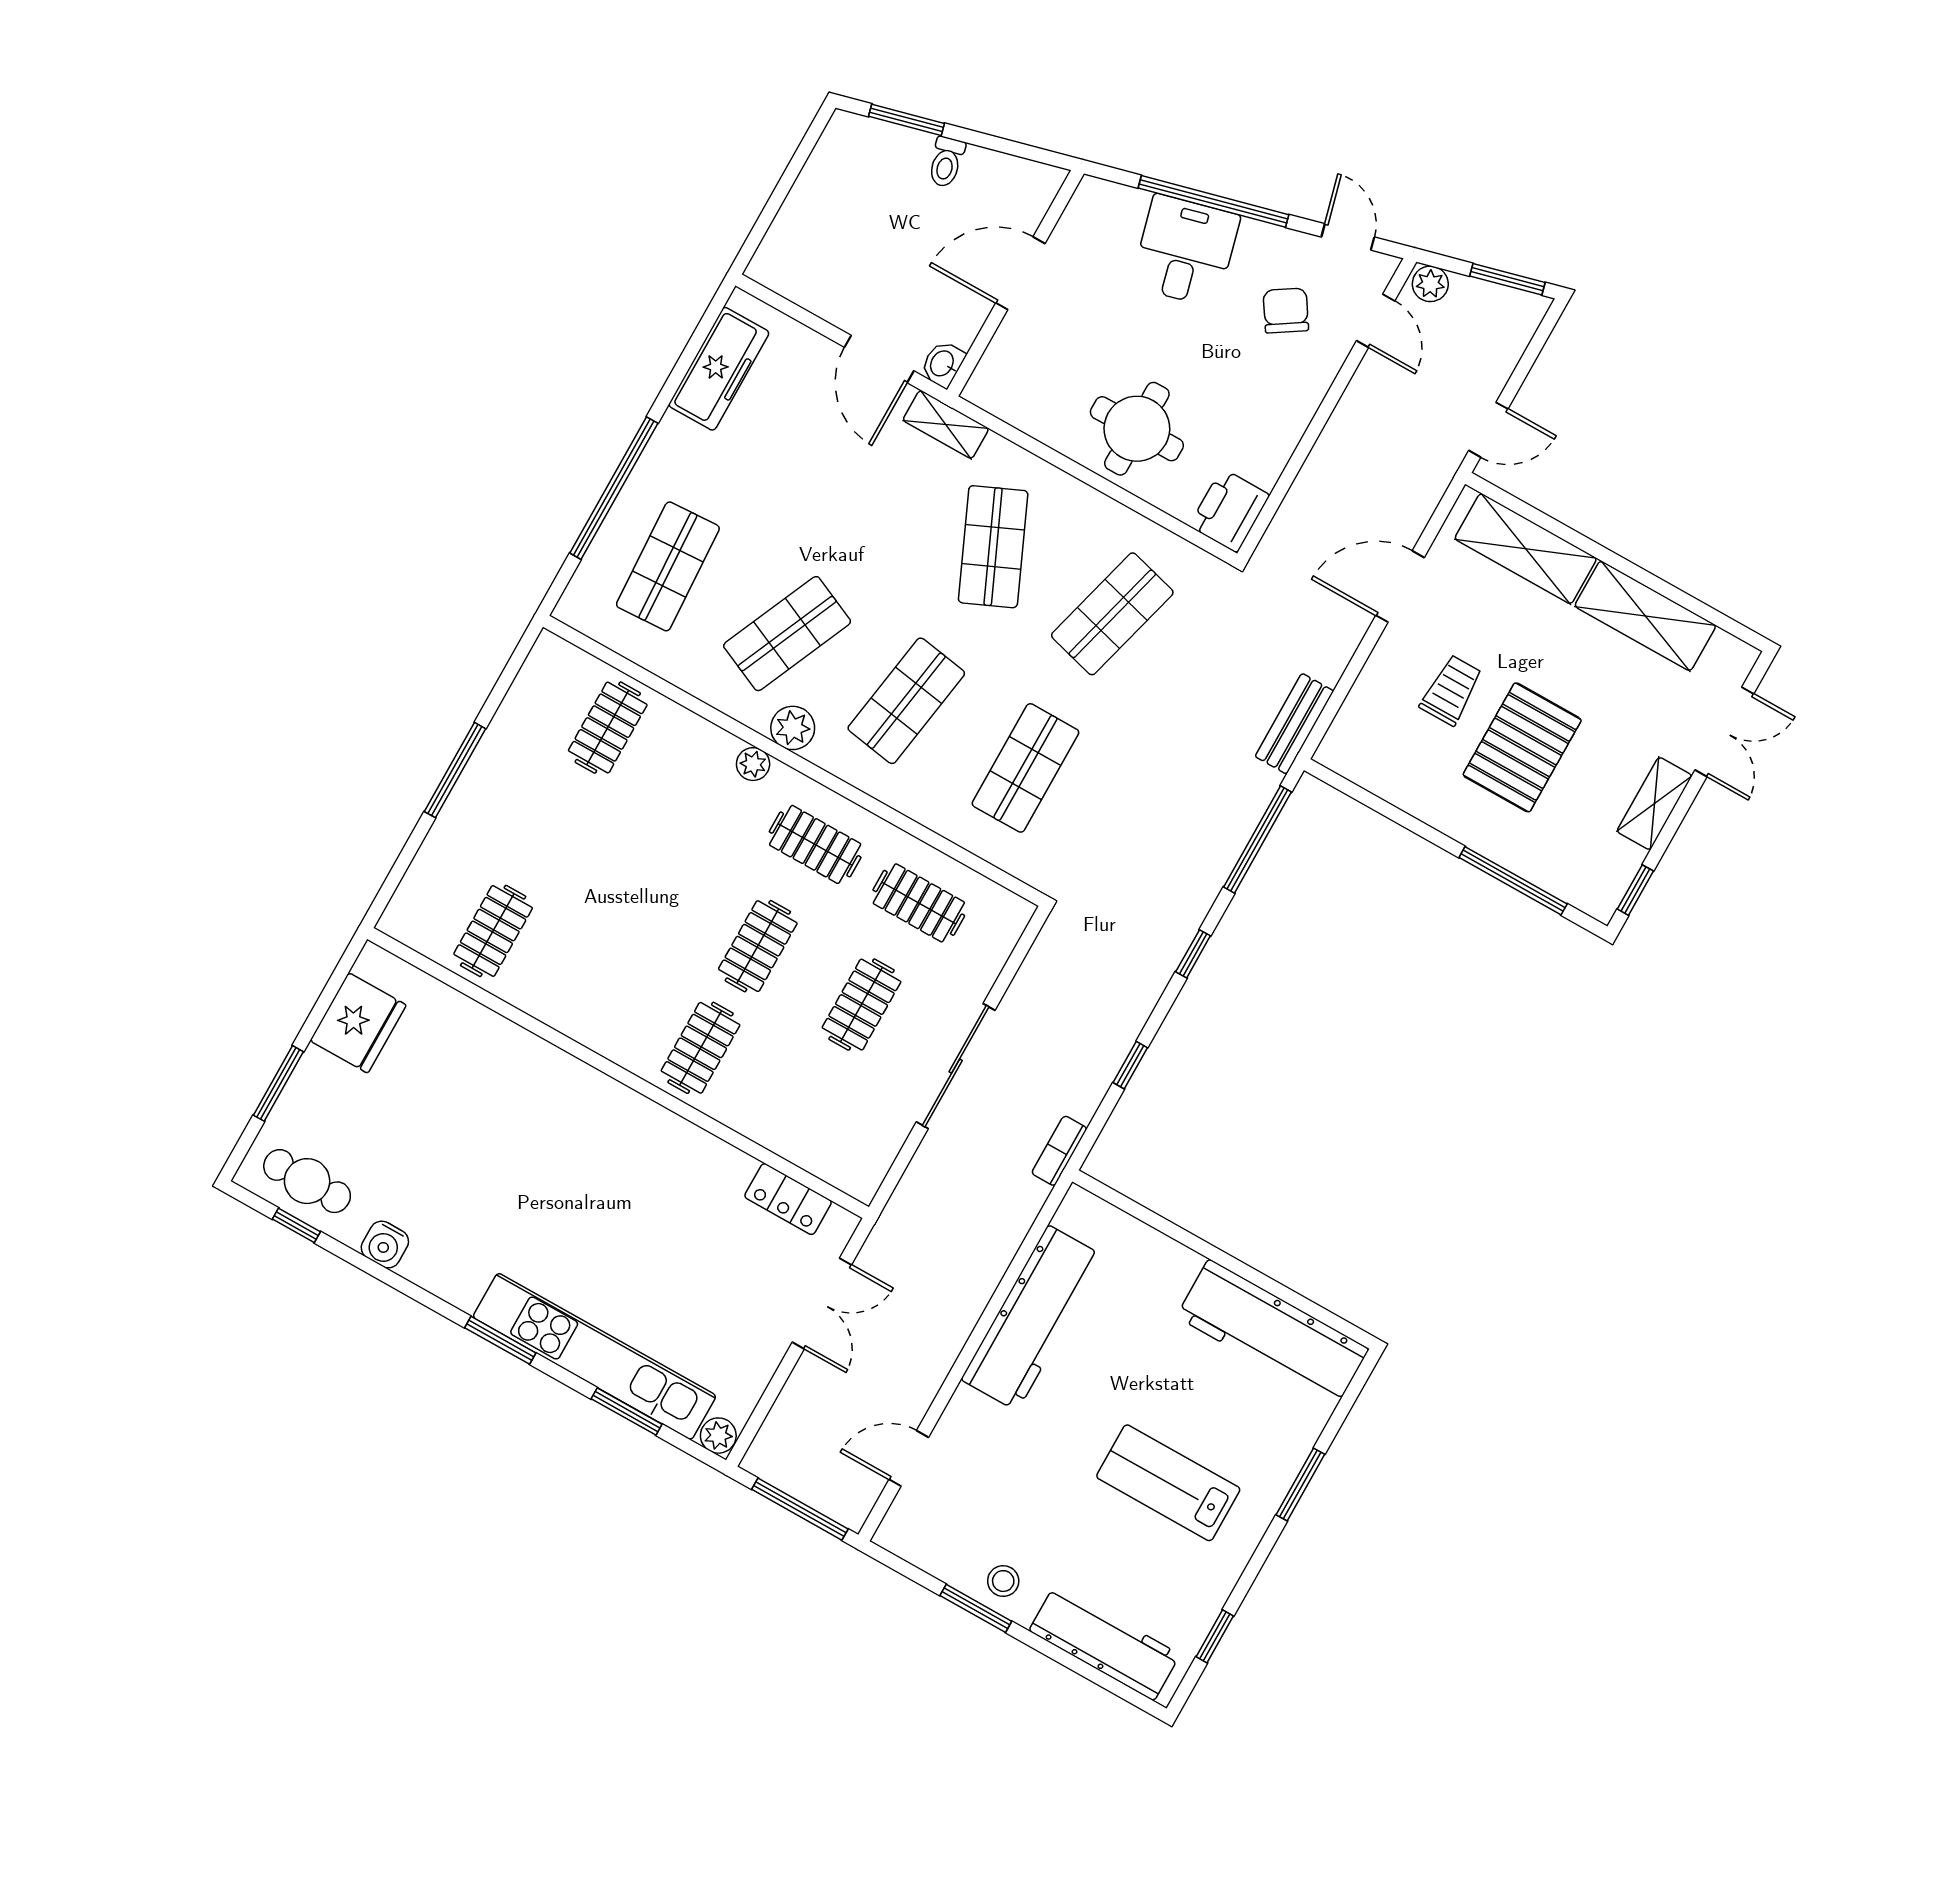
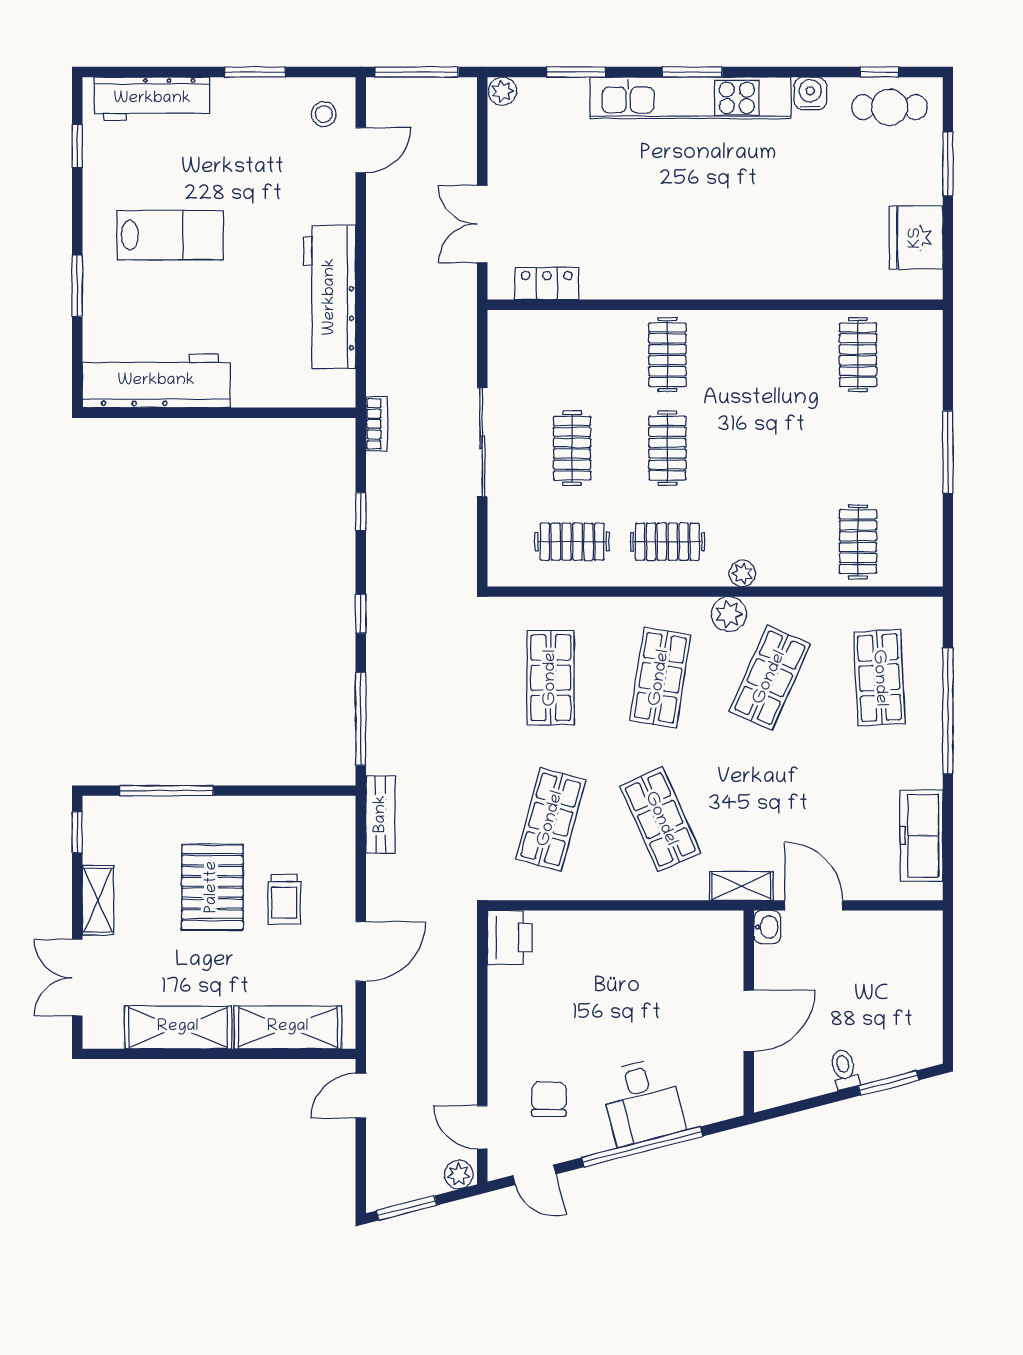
chair: (1286, 311) -> (549, 1099), turned -147
round table: (1137, 429) -> (606, 958), removed
kitchen unit: (594, 1356) -> (691, 98), moved
stool: (1003, 1581) -> (324, 114), moved

